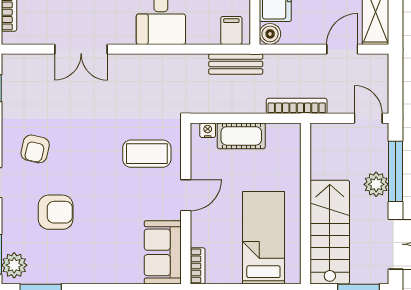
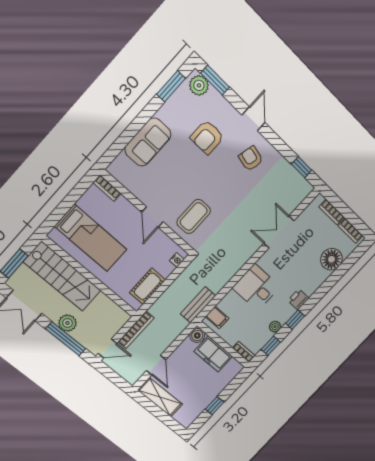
bookcase: (297, 106) -> (136, 330), moved
cot: (241, 136) -> (147, 286), moved
sofa: (163, 252) -> (148, 142), moved, turned 90

